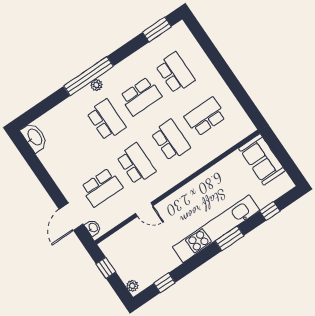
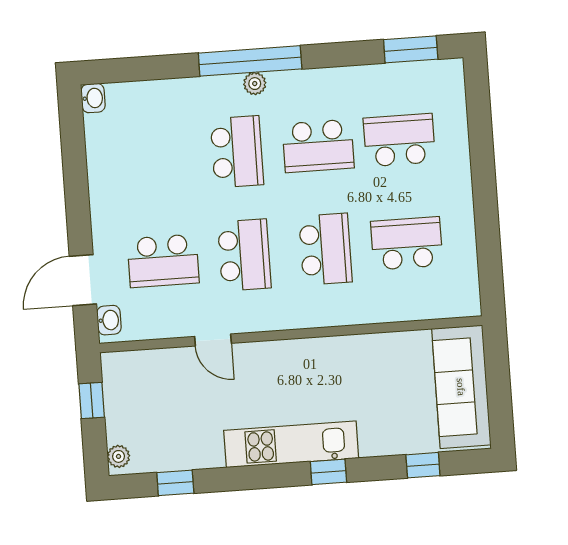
school desk: (175, 73) -> (399, 140), turned -90
washbasin: (34, 137) -> (93, 98), width x0.52, depth x0.69
sofa: (262, 159) -> (461, 387), width x1.36
kitchen unit: (216, 229) -> (291, 444), width x0.73
window: (230, 238) -> (328, 472), width x0.67

